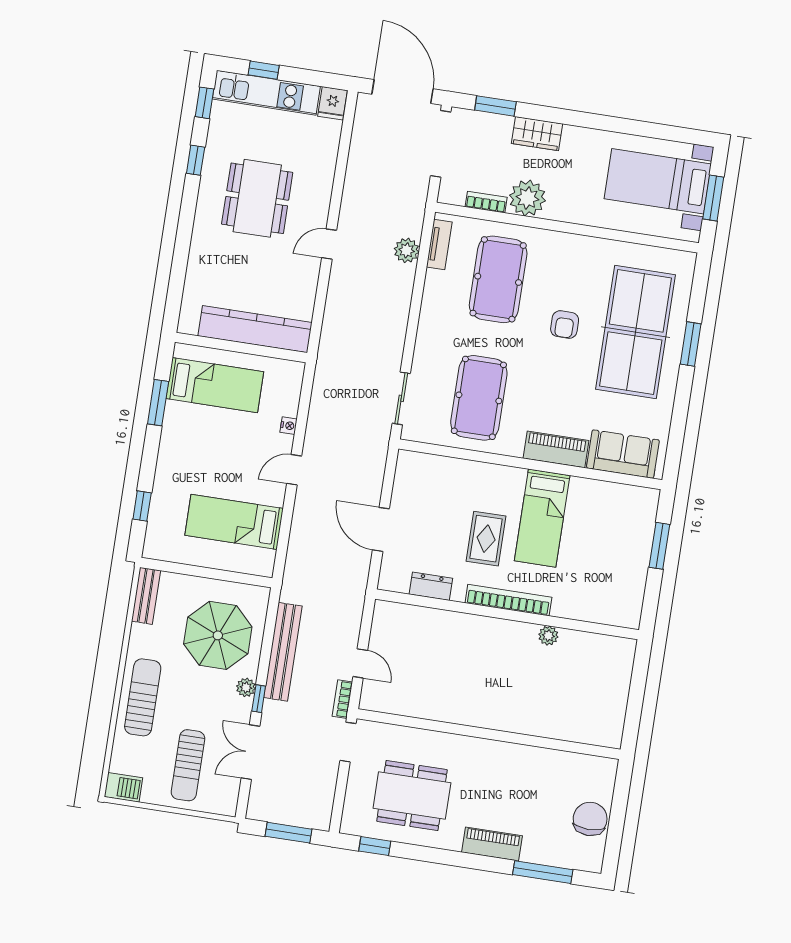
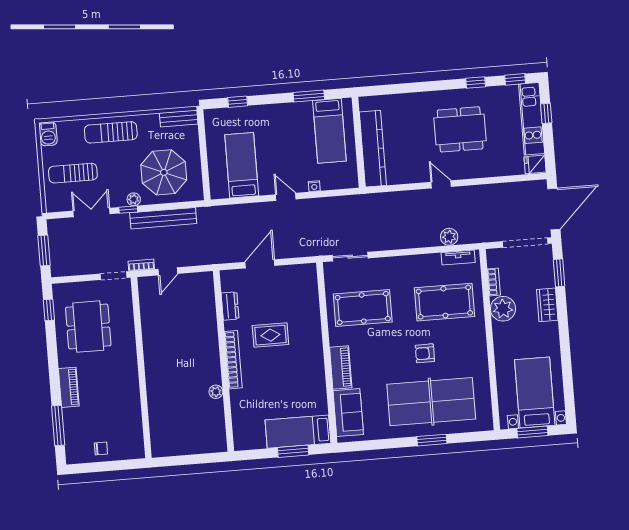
bed: (542, 518) -> (298, 432), moved
sun lounger: (143, 697) -> (111, 132), turned 180
chair: (590, 819) -> (101, 448), width x0.54, depth x0.54

